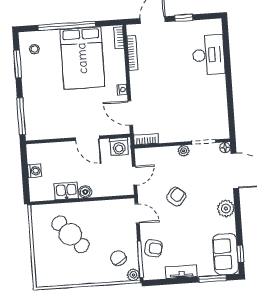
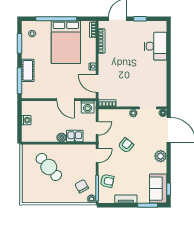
cot: (32, 101) -> (28, 70), added
kitchen sink: (66, 191) -> (75, 136), moved
door: (137, 214) -> (97, 155), hinge flipped

